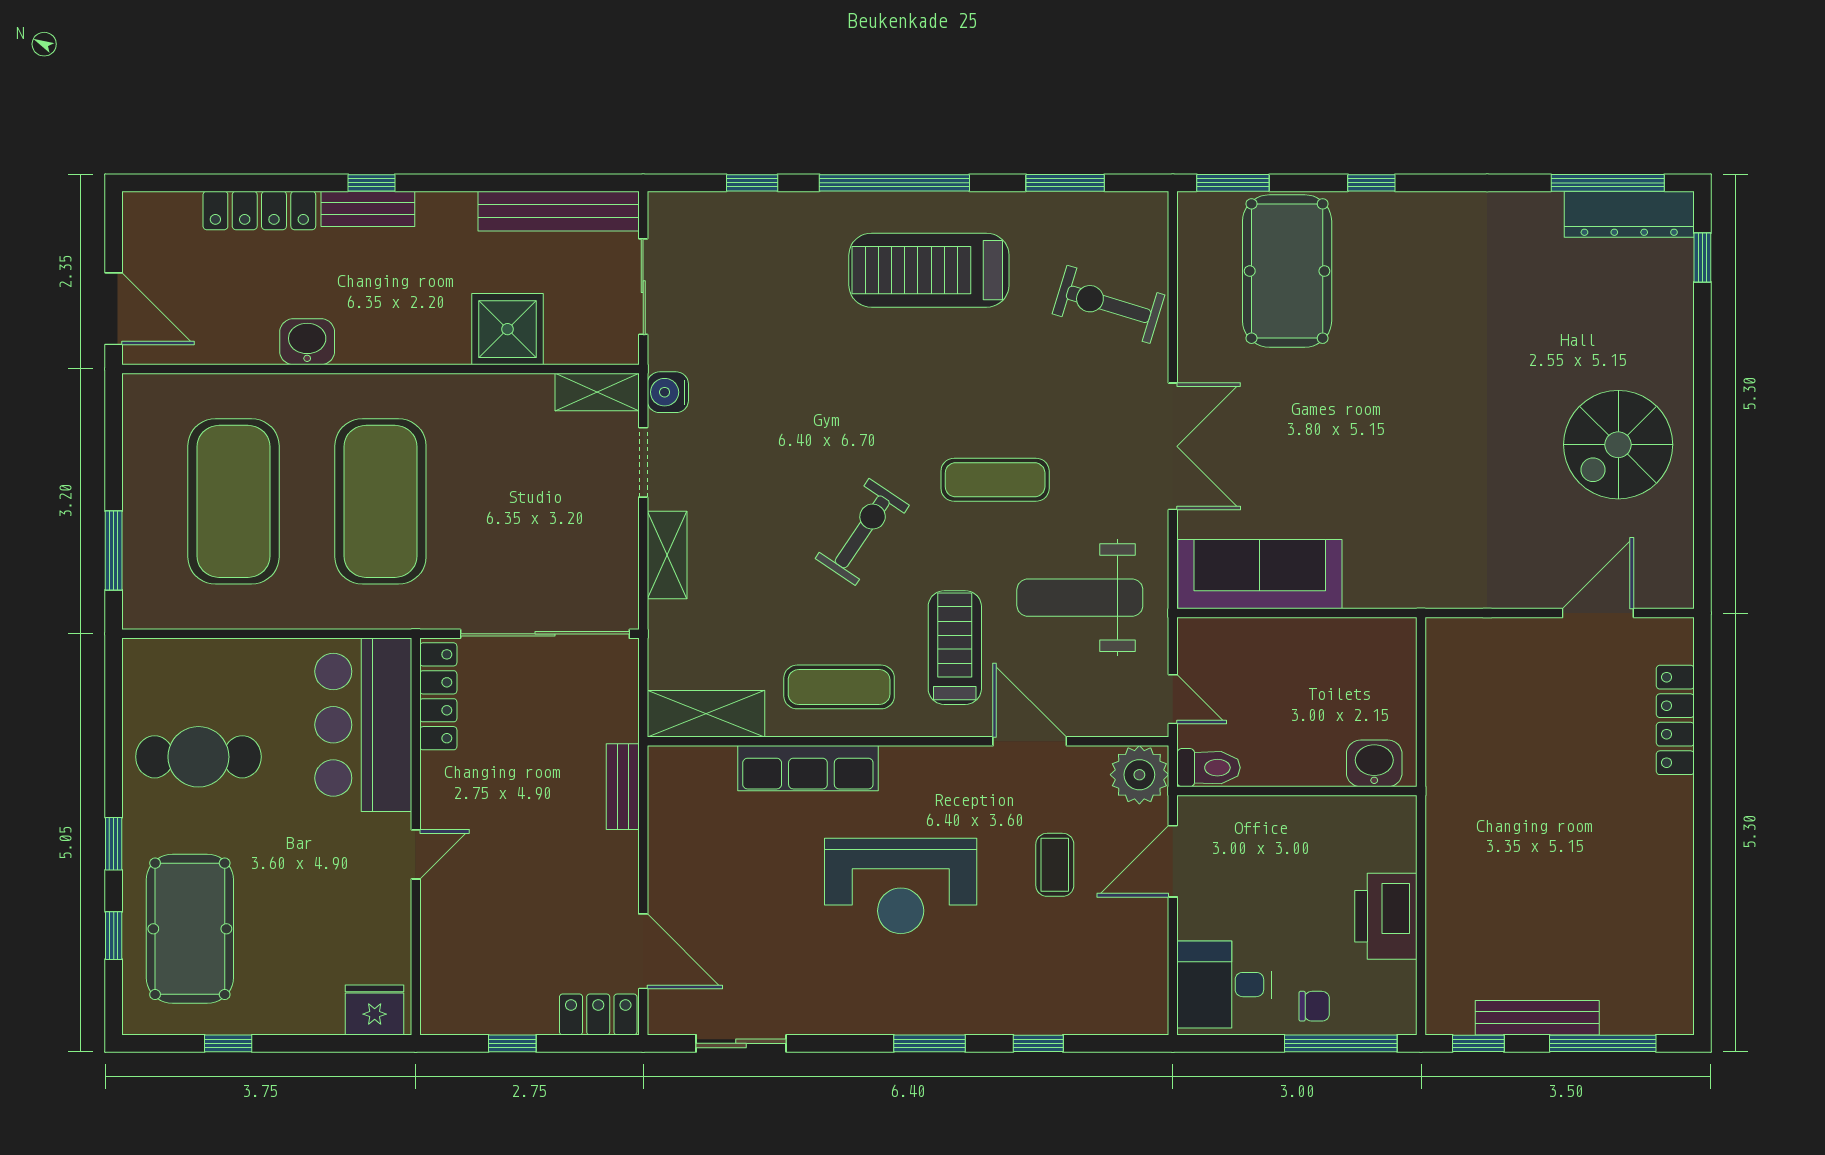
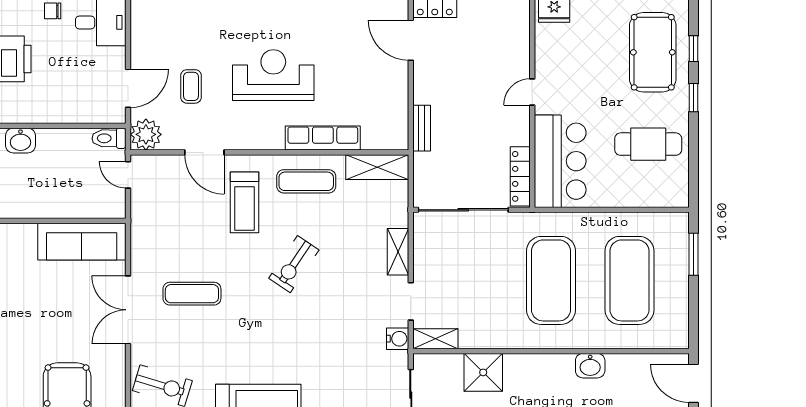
exercise mat: (995, 480) -> (192, 294), moved
weight bench: (1080, 598) -> (178, 229), removed

